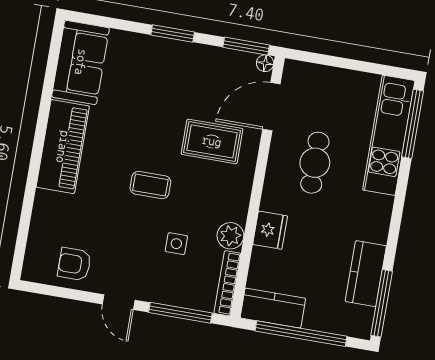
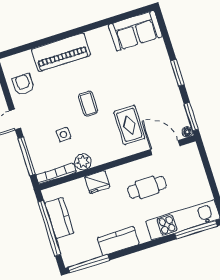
piano: (63, 147) -> (61, 52), moved
kitchen counter: (366, 274) -> (118, 241), moved
kitchen counter: (273, 308) -> (59, 218), moved

